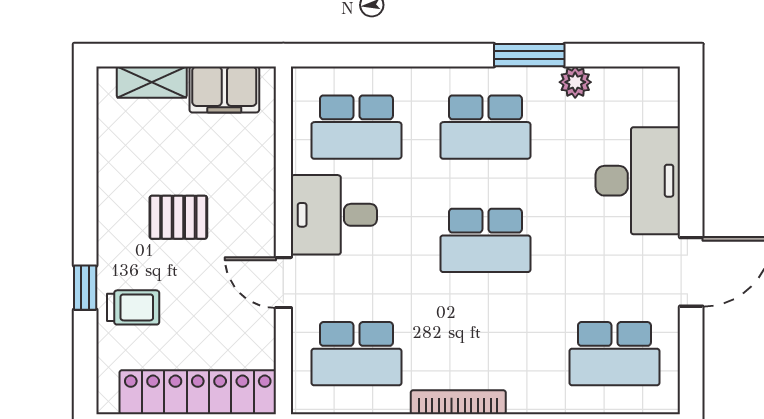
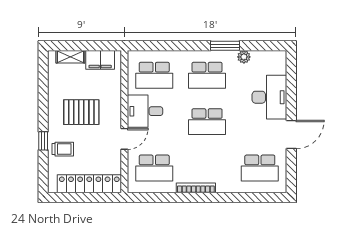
pallet: (178, 217) -> (81, 112), width x1.50, depth x1.42
door: (283, 283) -> (124, 139), swing flipped

